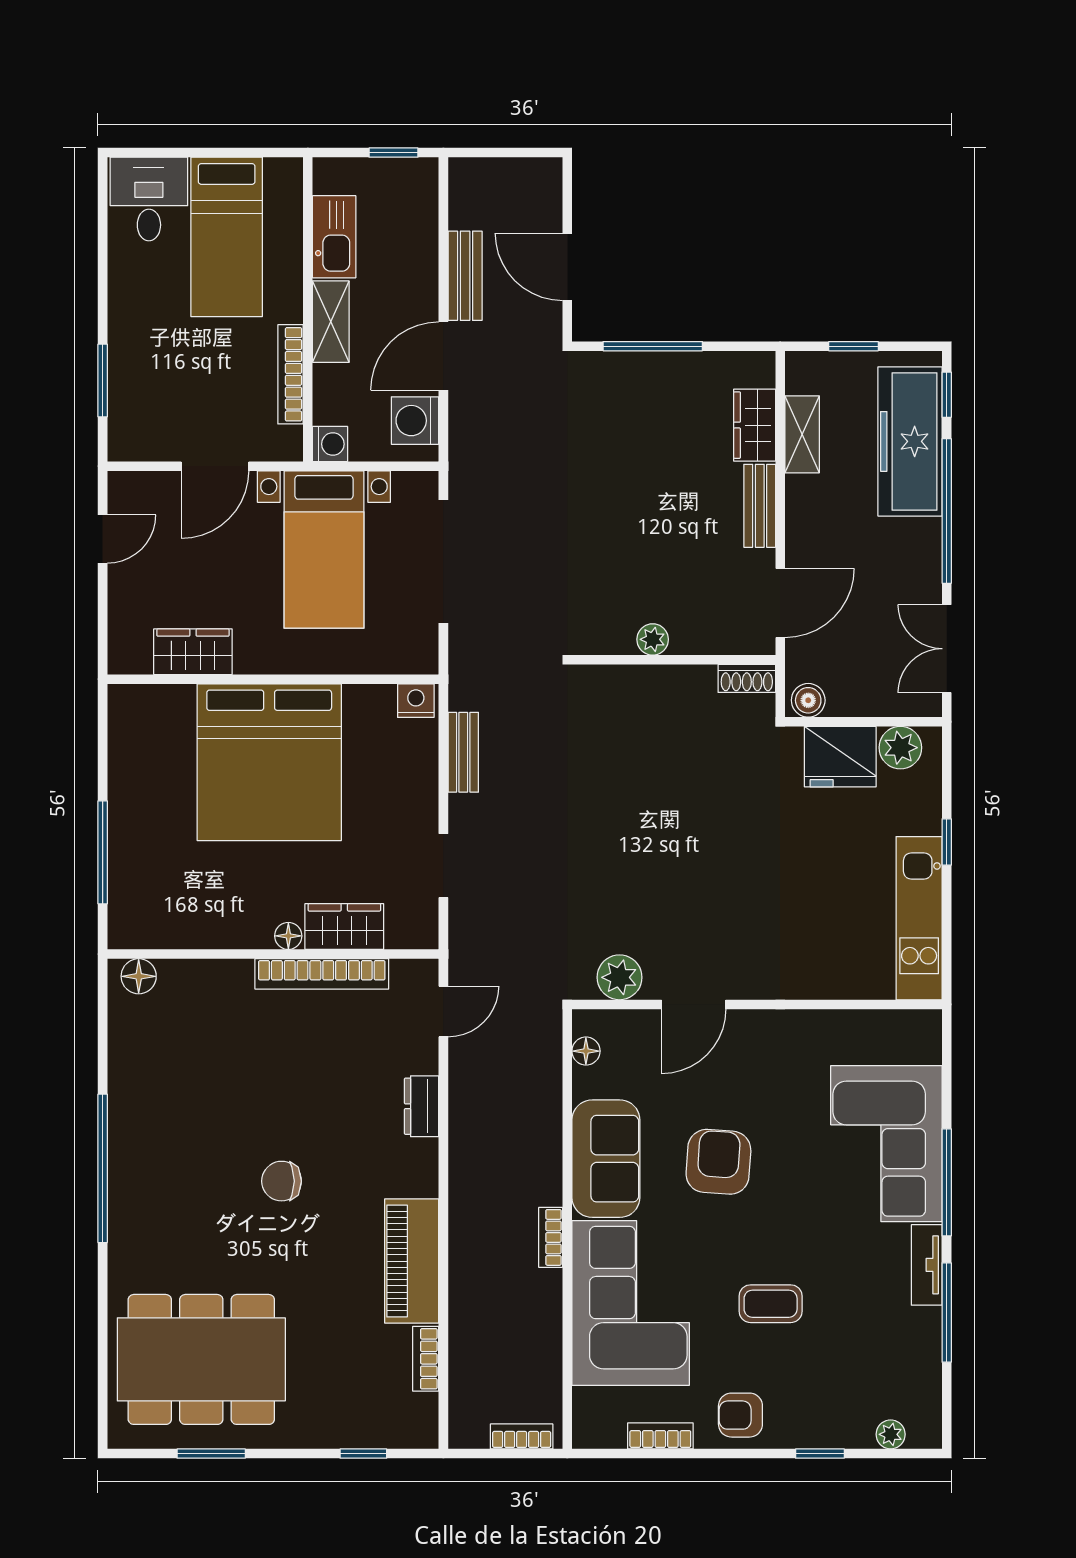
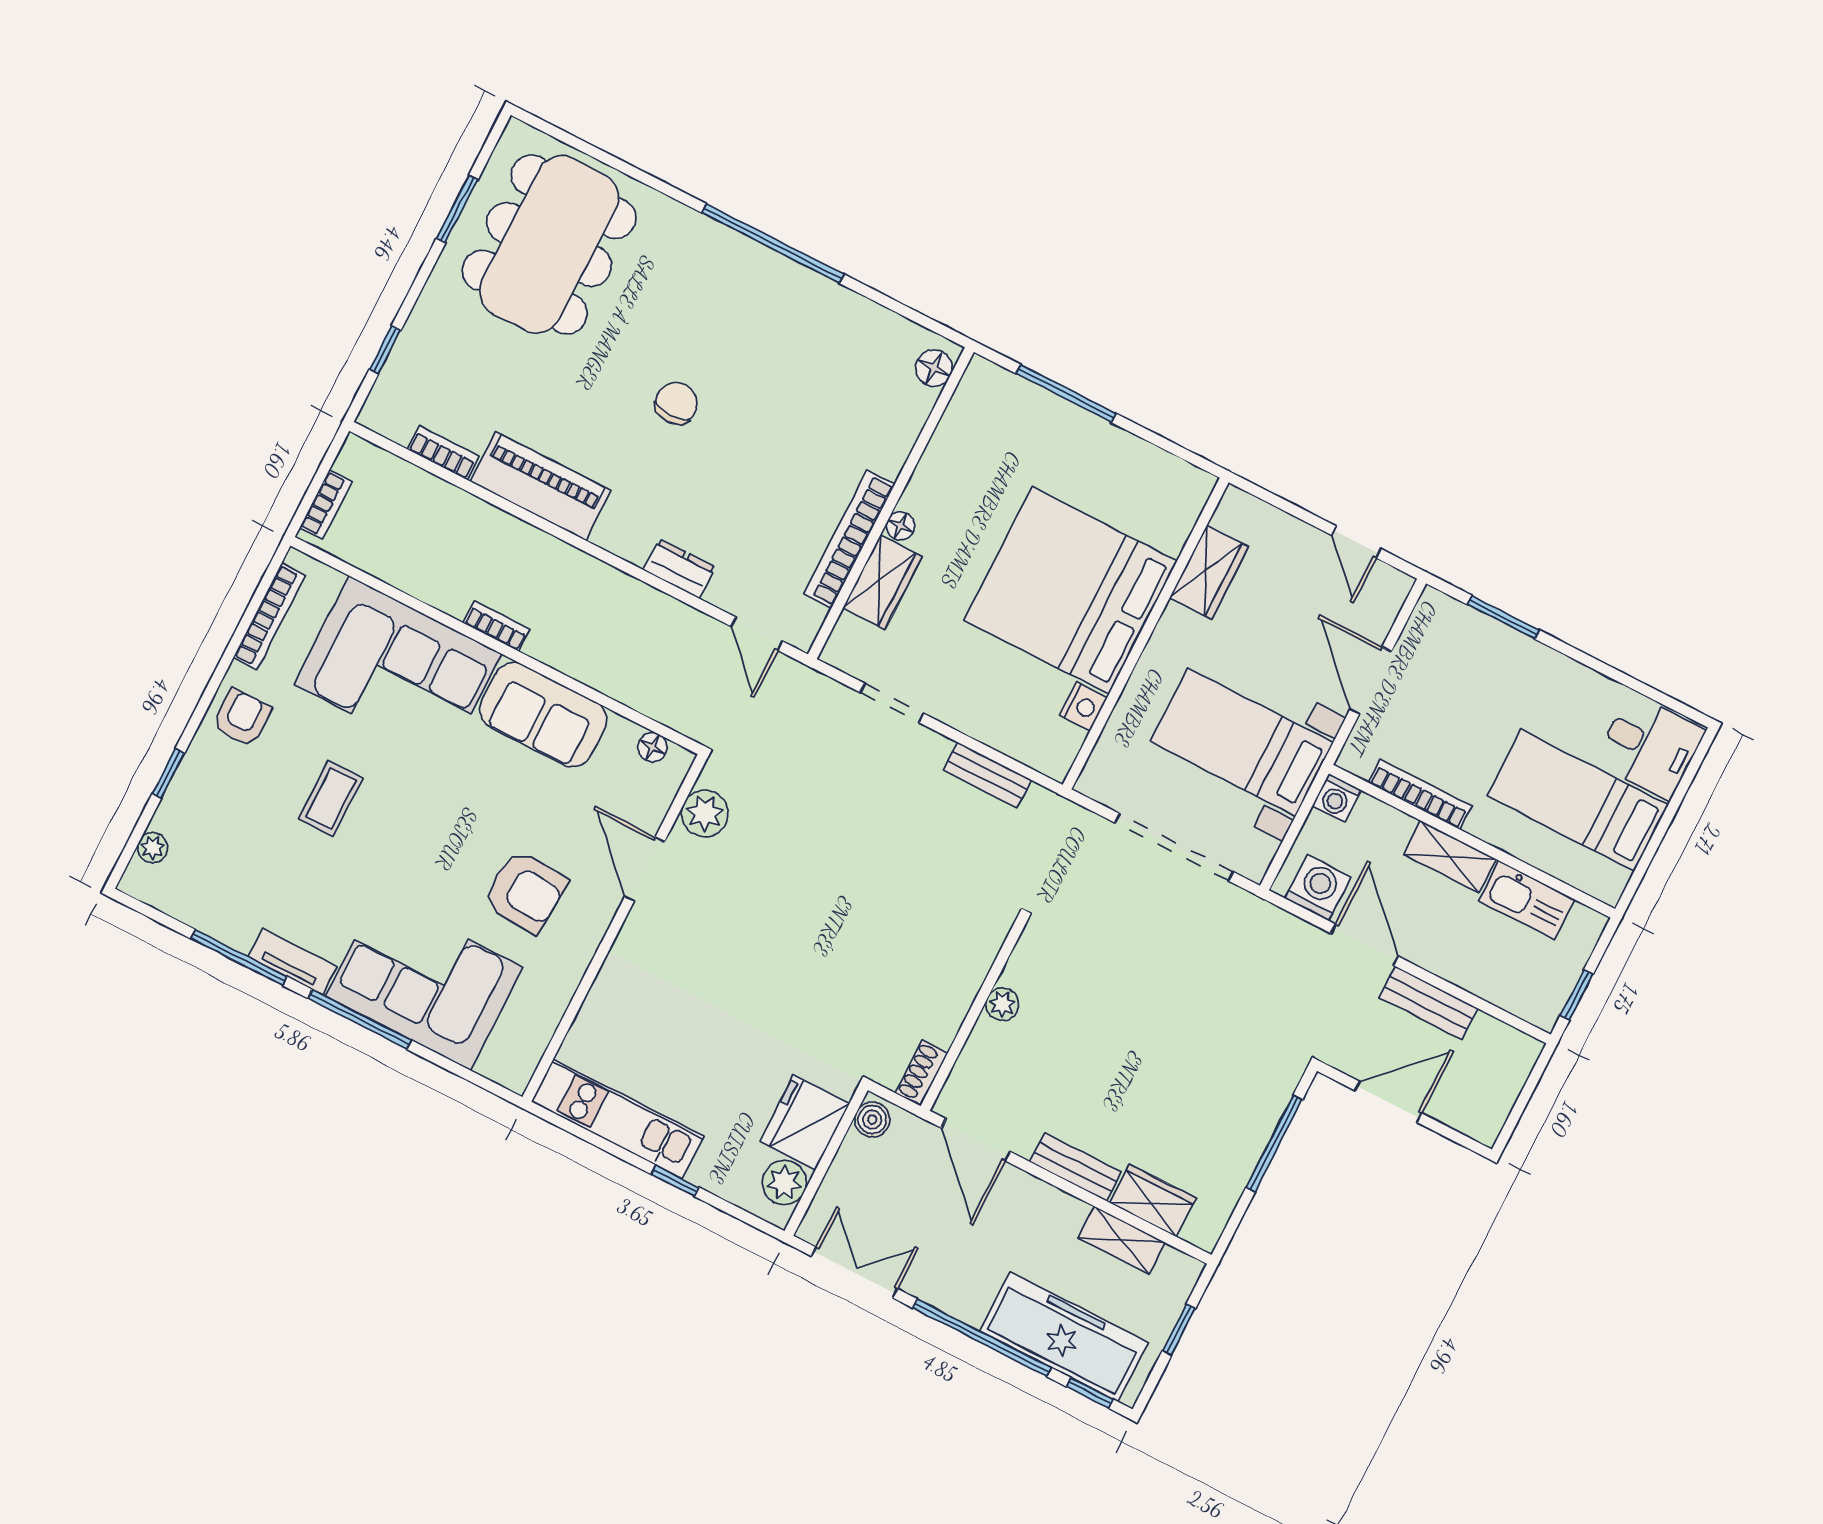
nightstand: (416, 701) -> (1083, 706), moved
armchair: (718, 1162) -> (525, 892), moved
bookcase: (660, 1436) -> (269, 617), width x1.56

